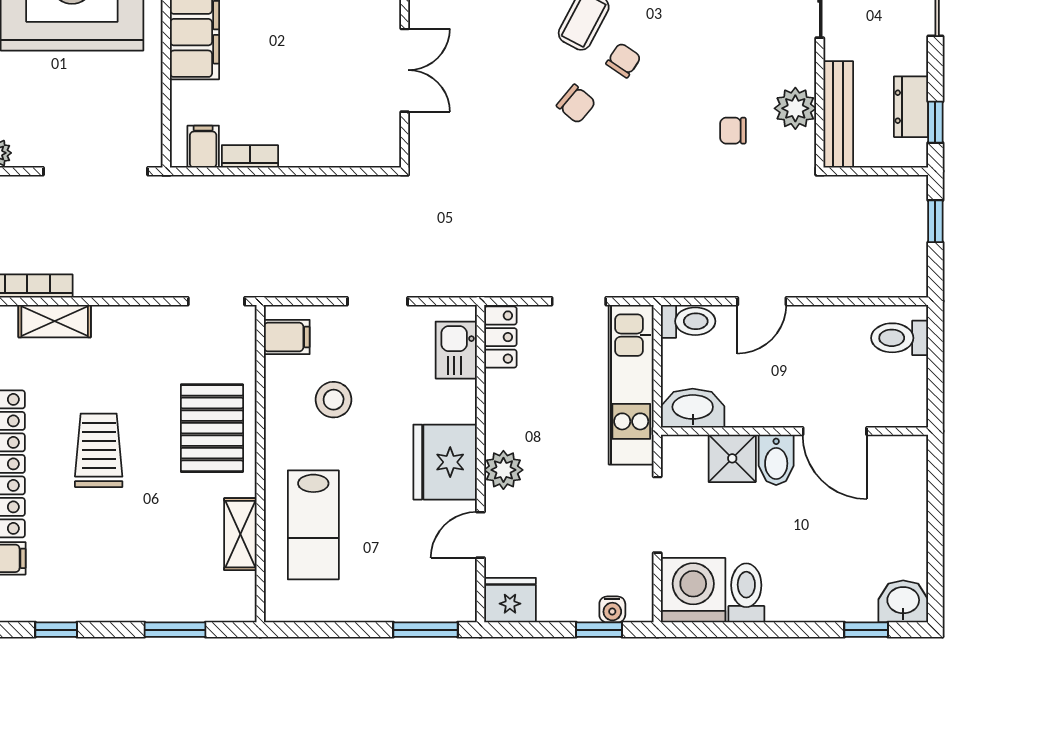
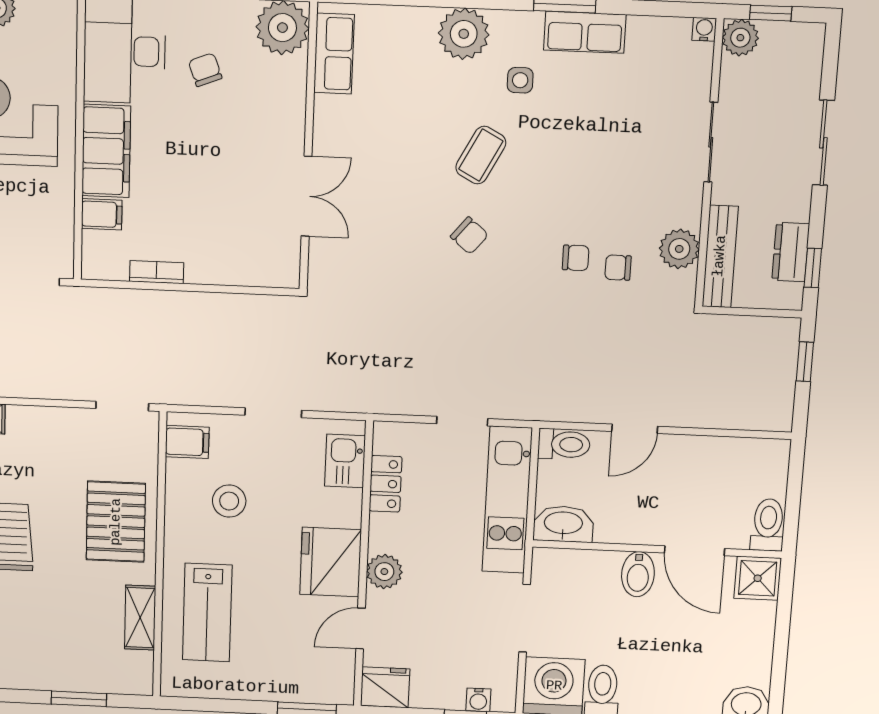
chair: (623, 60) -> (576, 258), moved, turned 56
filing cabinet: (203, 147) -> (102, 214), moved, turned 90
locker: (500, 337) -> (385, 484), moved
toilet: (900, 338) -> (768, 525), moved, turned 90
shower: (732, 458) -> (758, 578), moved

